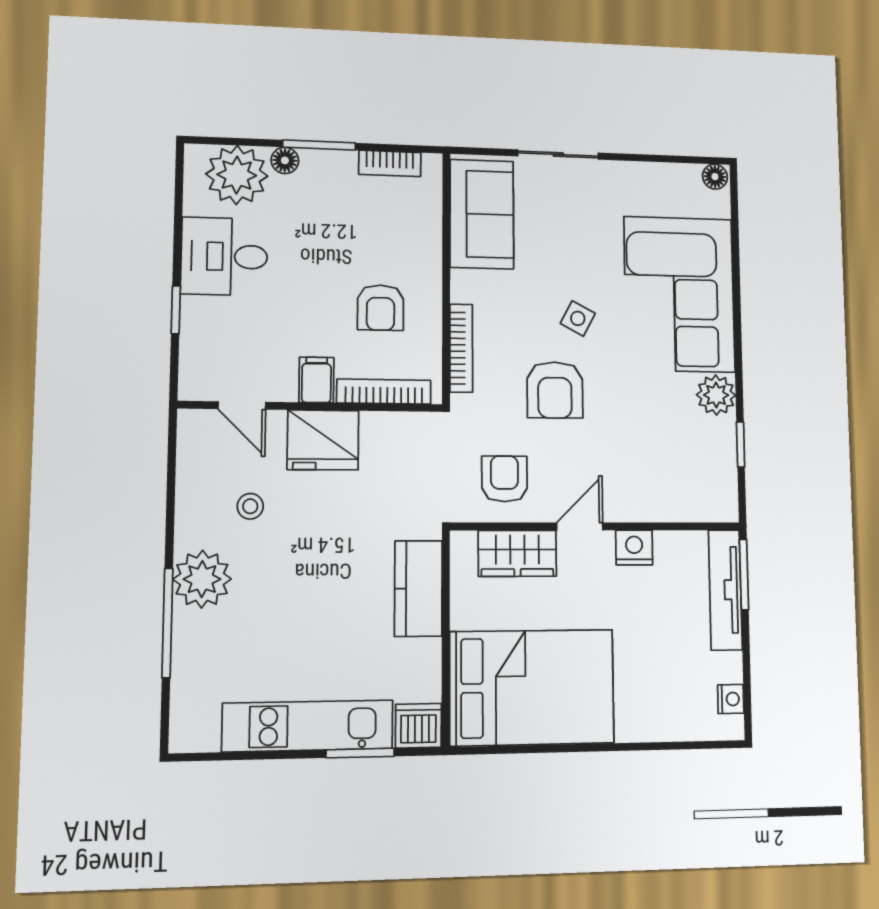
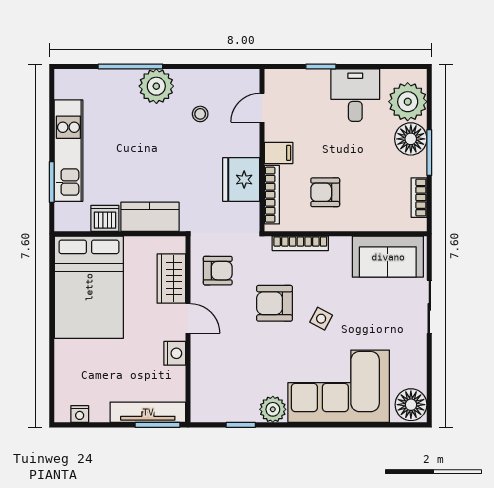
floor lamp: (285, 160) -> (411, 139), width x1.89, depth x1.89
floor lamp: (715, 177) -> (411, 405), width x1.89, depth x1.89
fridge: (323, 440) -> (241, 180), moved
dishwasher: (418, 726) -> (105, 218), moved, turned -90

